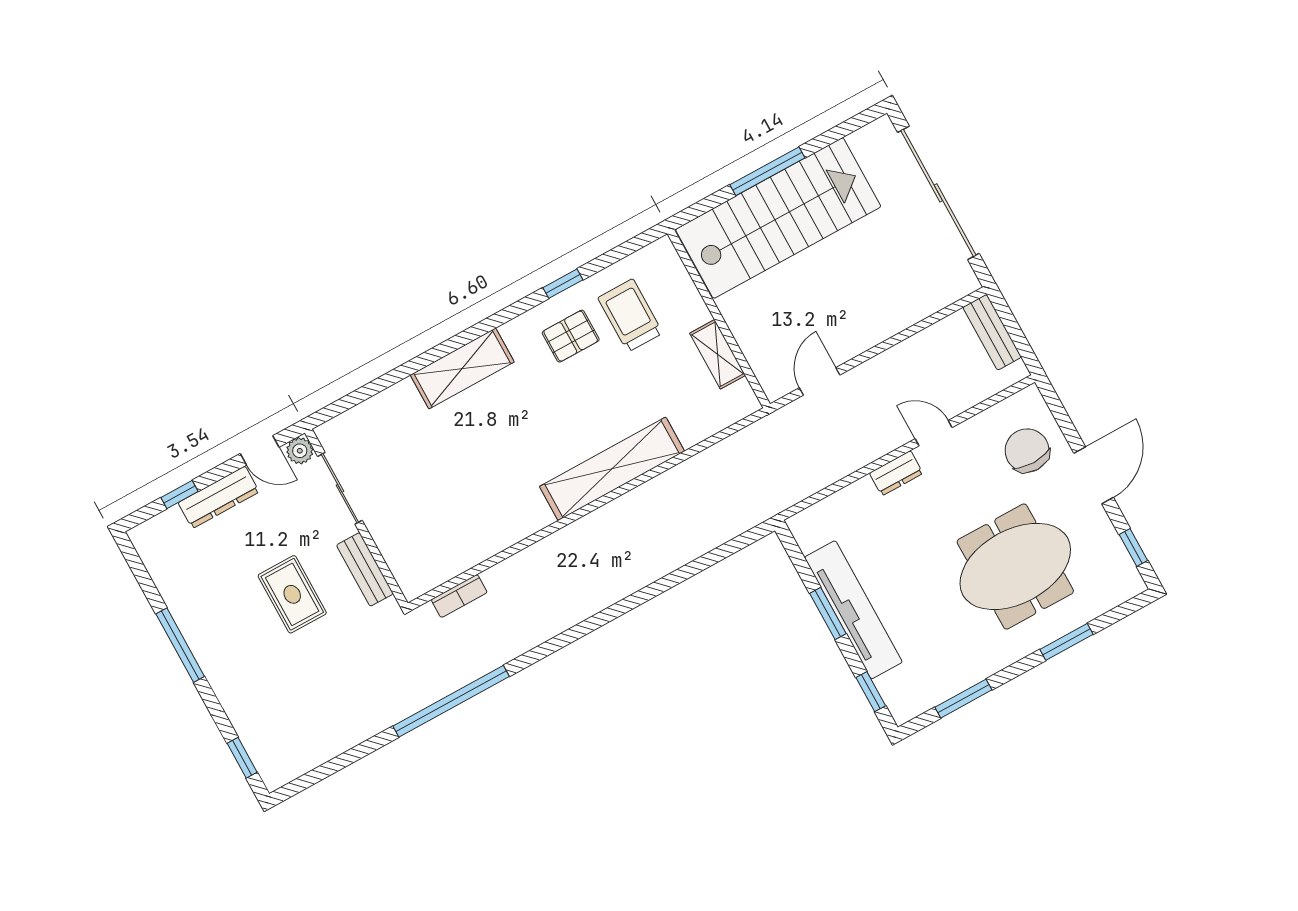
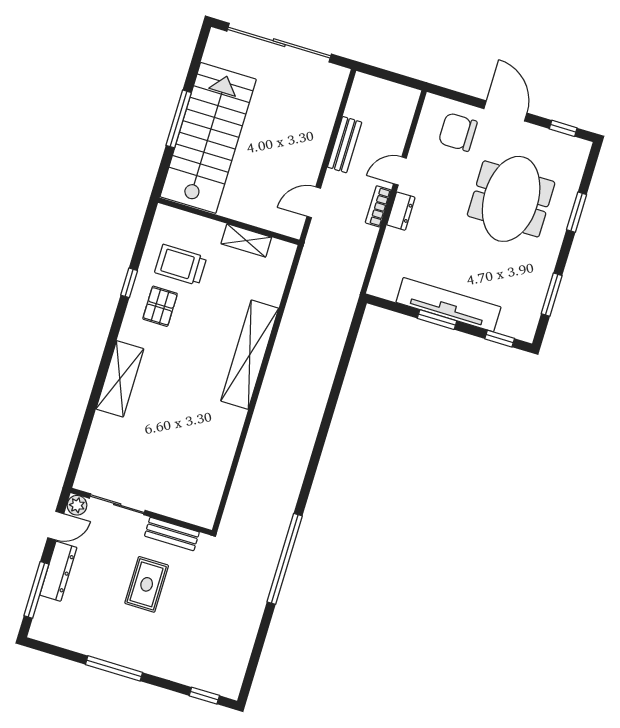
bench: (992, 332) -> (345, 145), moved, turned 90
door: (820, 381) -> (314, 202), hinge flipped
window: (179, 495) -> (36, 590), width x2.17
rug: (292, 594) -> (147, 584), turned 90
bookcase: (459, 596) -> (378, 206), moved, turned 180

